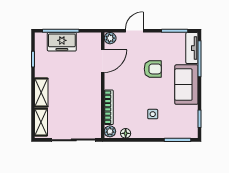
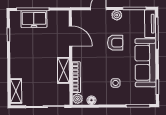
plant: (110, 38) -> (117, 15), moved
door: (103, 61) -> (71, 36), hinge flipped
sofa: (186, 85) -> (145, 63), width x1.36
shelving: (41, 93) -> (63, 70), moved

